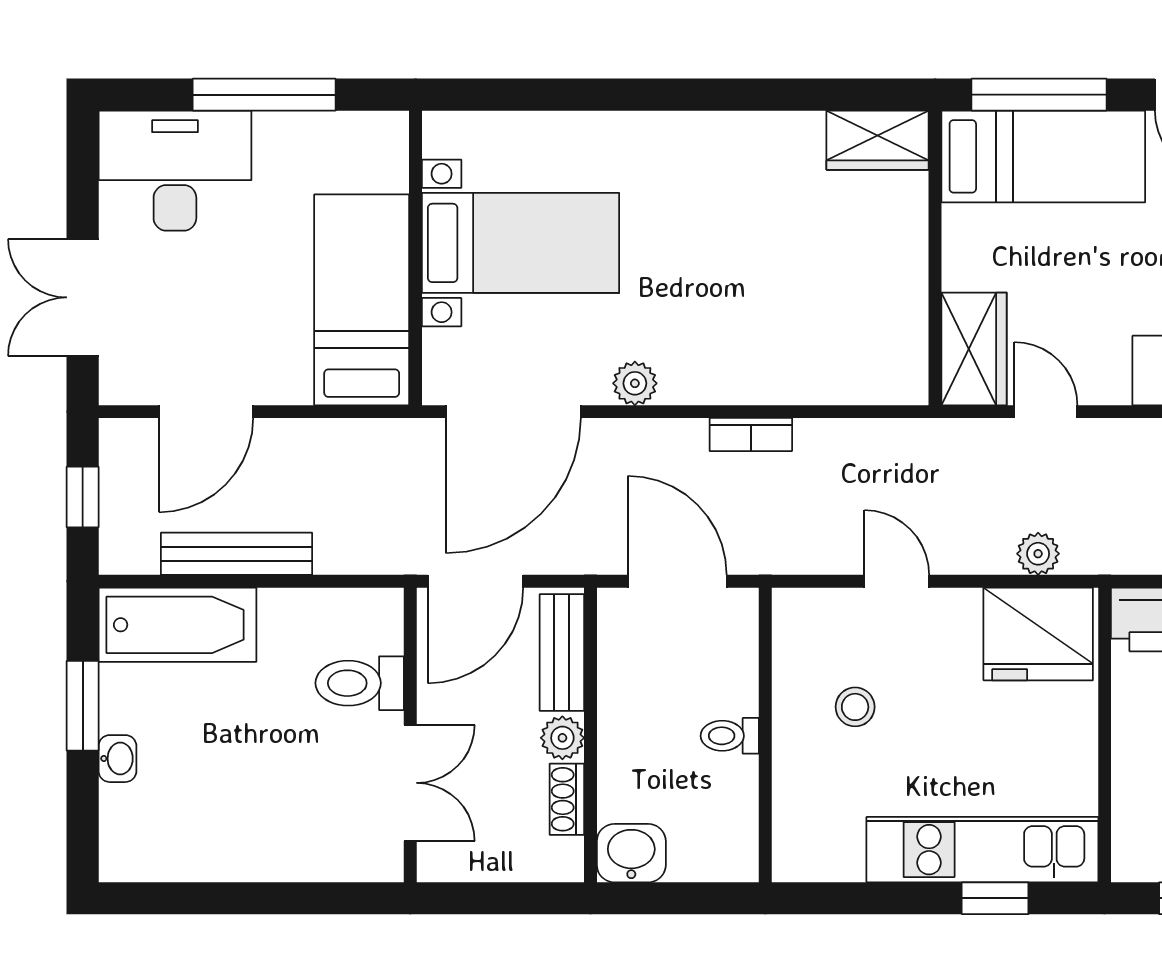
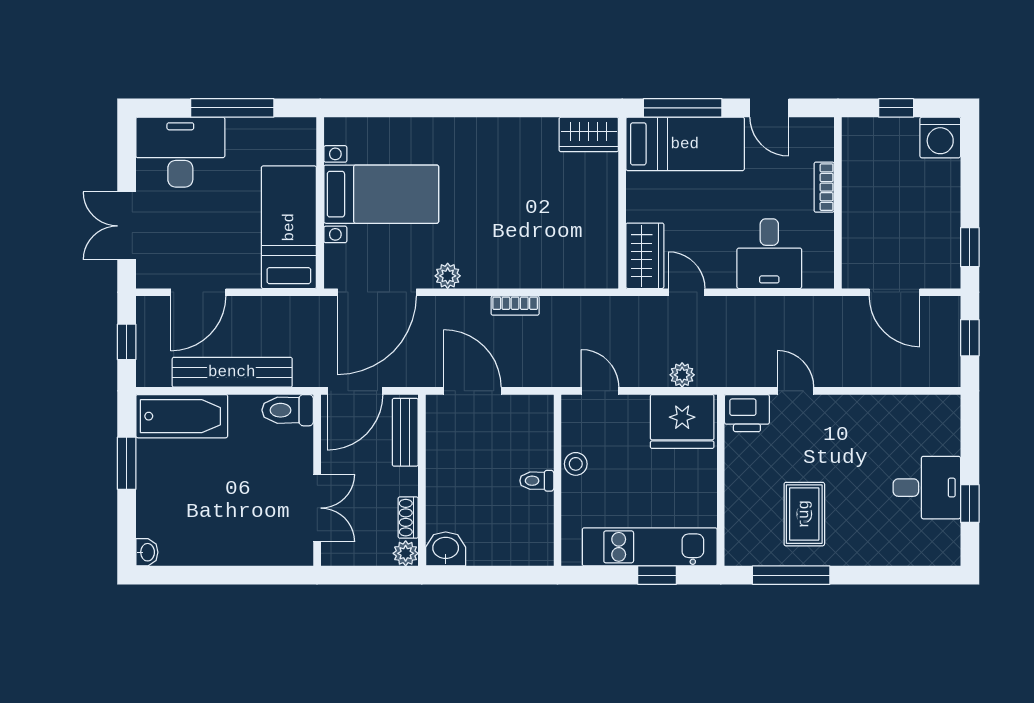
bench: (236, 554) -> (232, 372), width x1.37, depth x1.21
toilet: (360, 683) -> (288, 410), moved
wall: (765, 735) -> (557, 480), moved
toilet: (730, 736) -> (537, 481), moved
plant: (562, 738) -> (406, 553), moved
washbasin: (117, 759) -> (147, 552), moved

